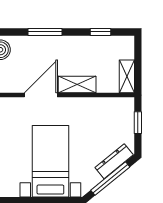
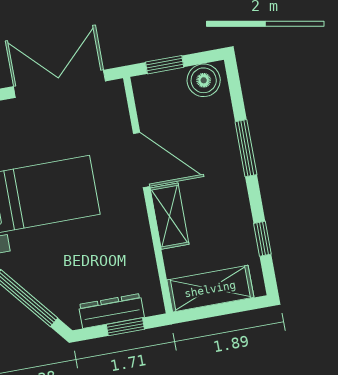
shelving: (127, 76) -> (210, 289), width x1.50, depth x1.33
dresser: (114, 161) -> (111, 311), moved, turned -51

